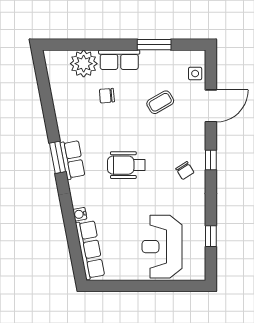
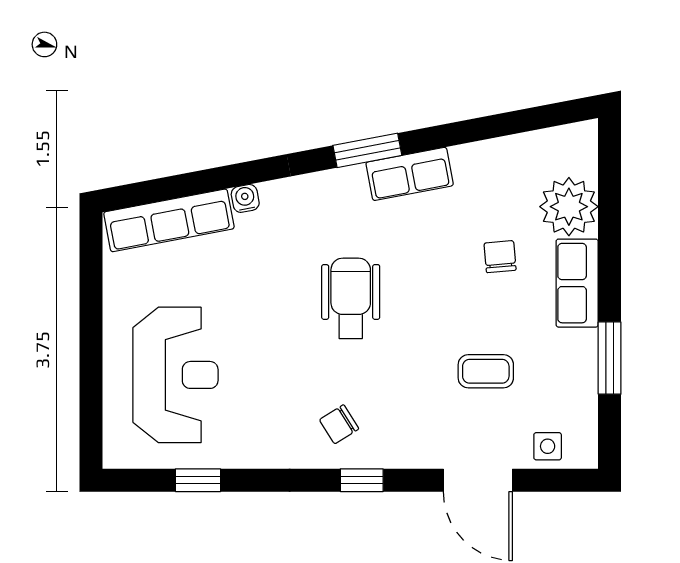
coffee table: (160, 102) -> (486, 371), turned -60
row of seats: (73, 160) -> (410, 174), moved
reception desk: (162, 247) -> (175, 375), turned 90

